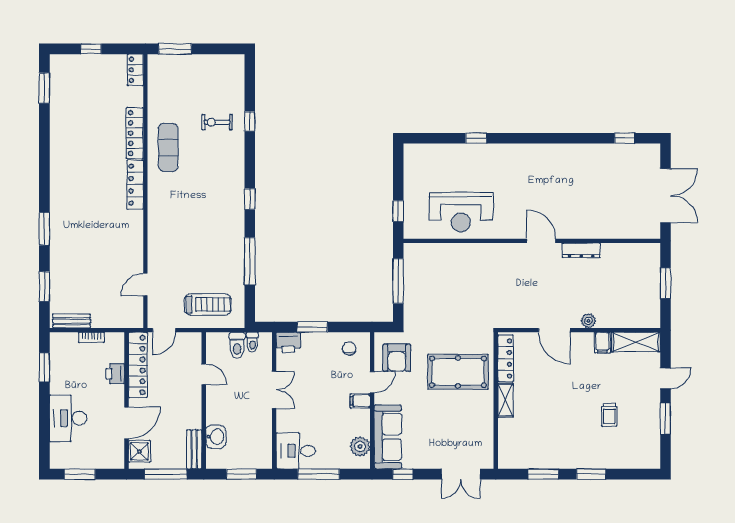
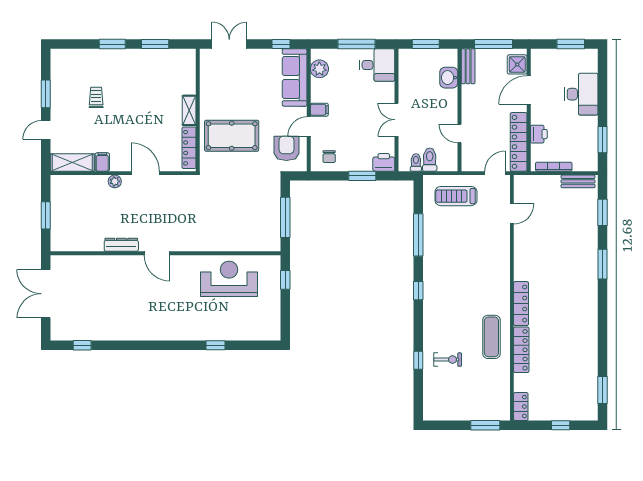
bookcase: (91, 337) -> (554, 167), width x1.56

